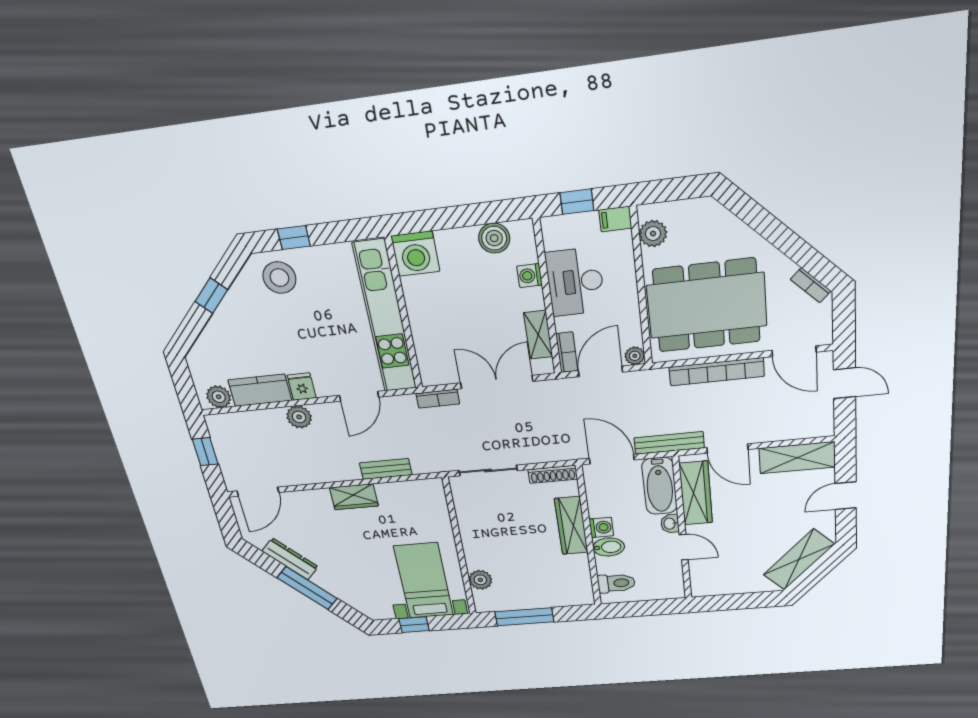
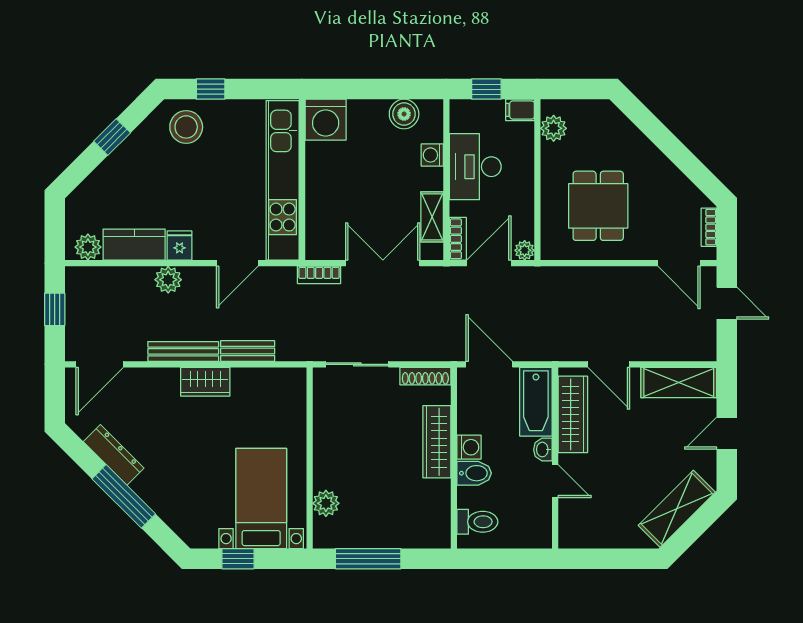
bookcase: (811, 285) -> (709, 227), moved, turned 45
dining table: (707, 306) -> (598, 206), width x0.53, depth x0.80
bookcase: (717, 372) -> (603, 277), removed
bench: (669, 443) -> (183, 351), moved

